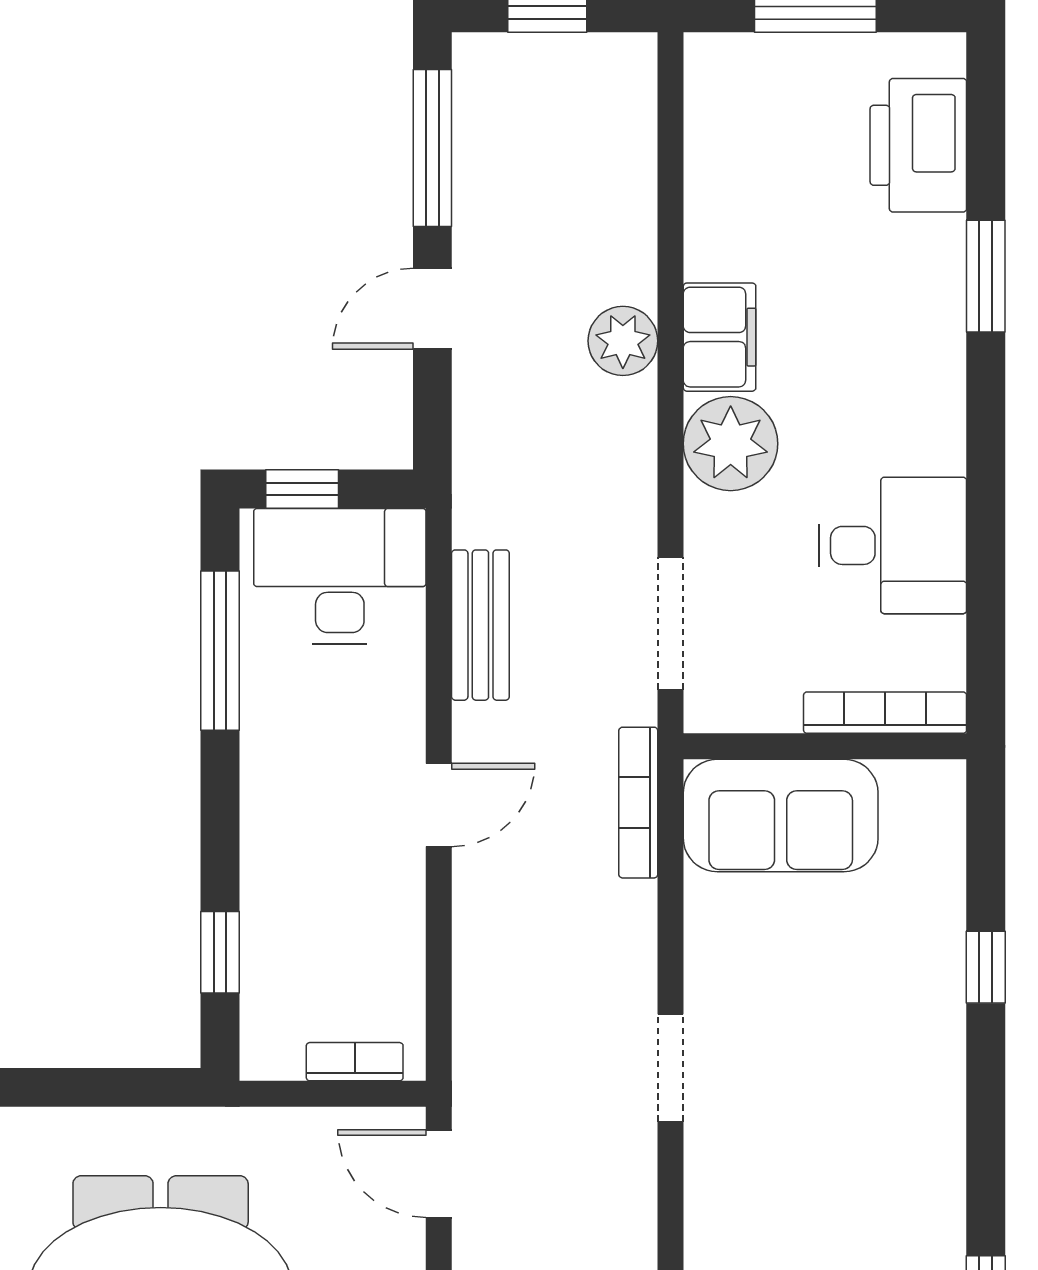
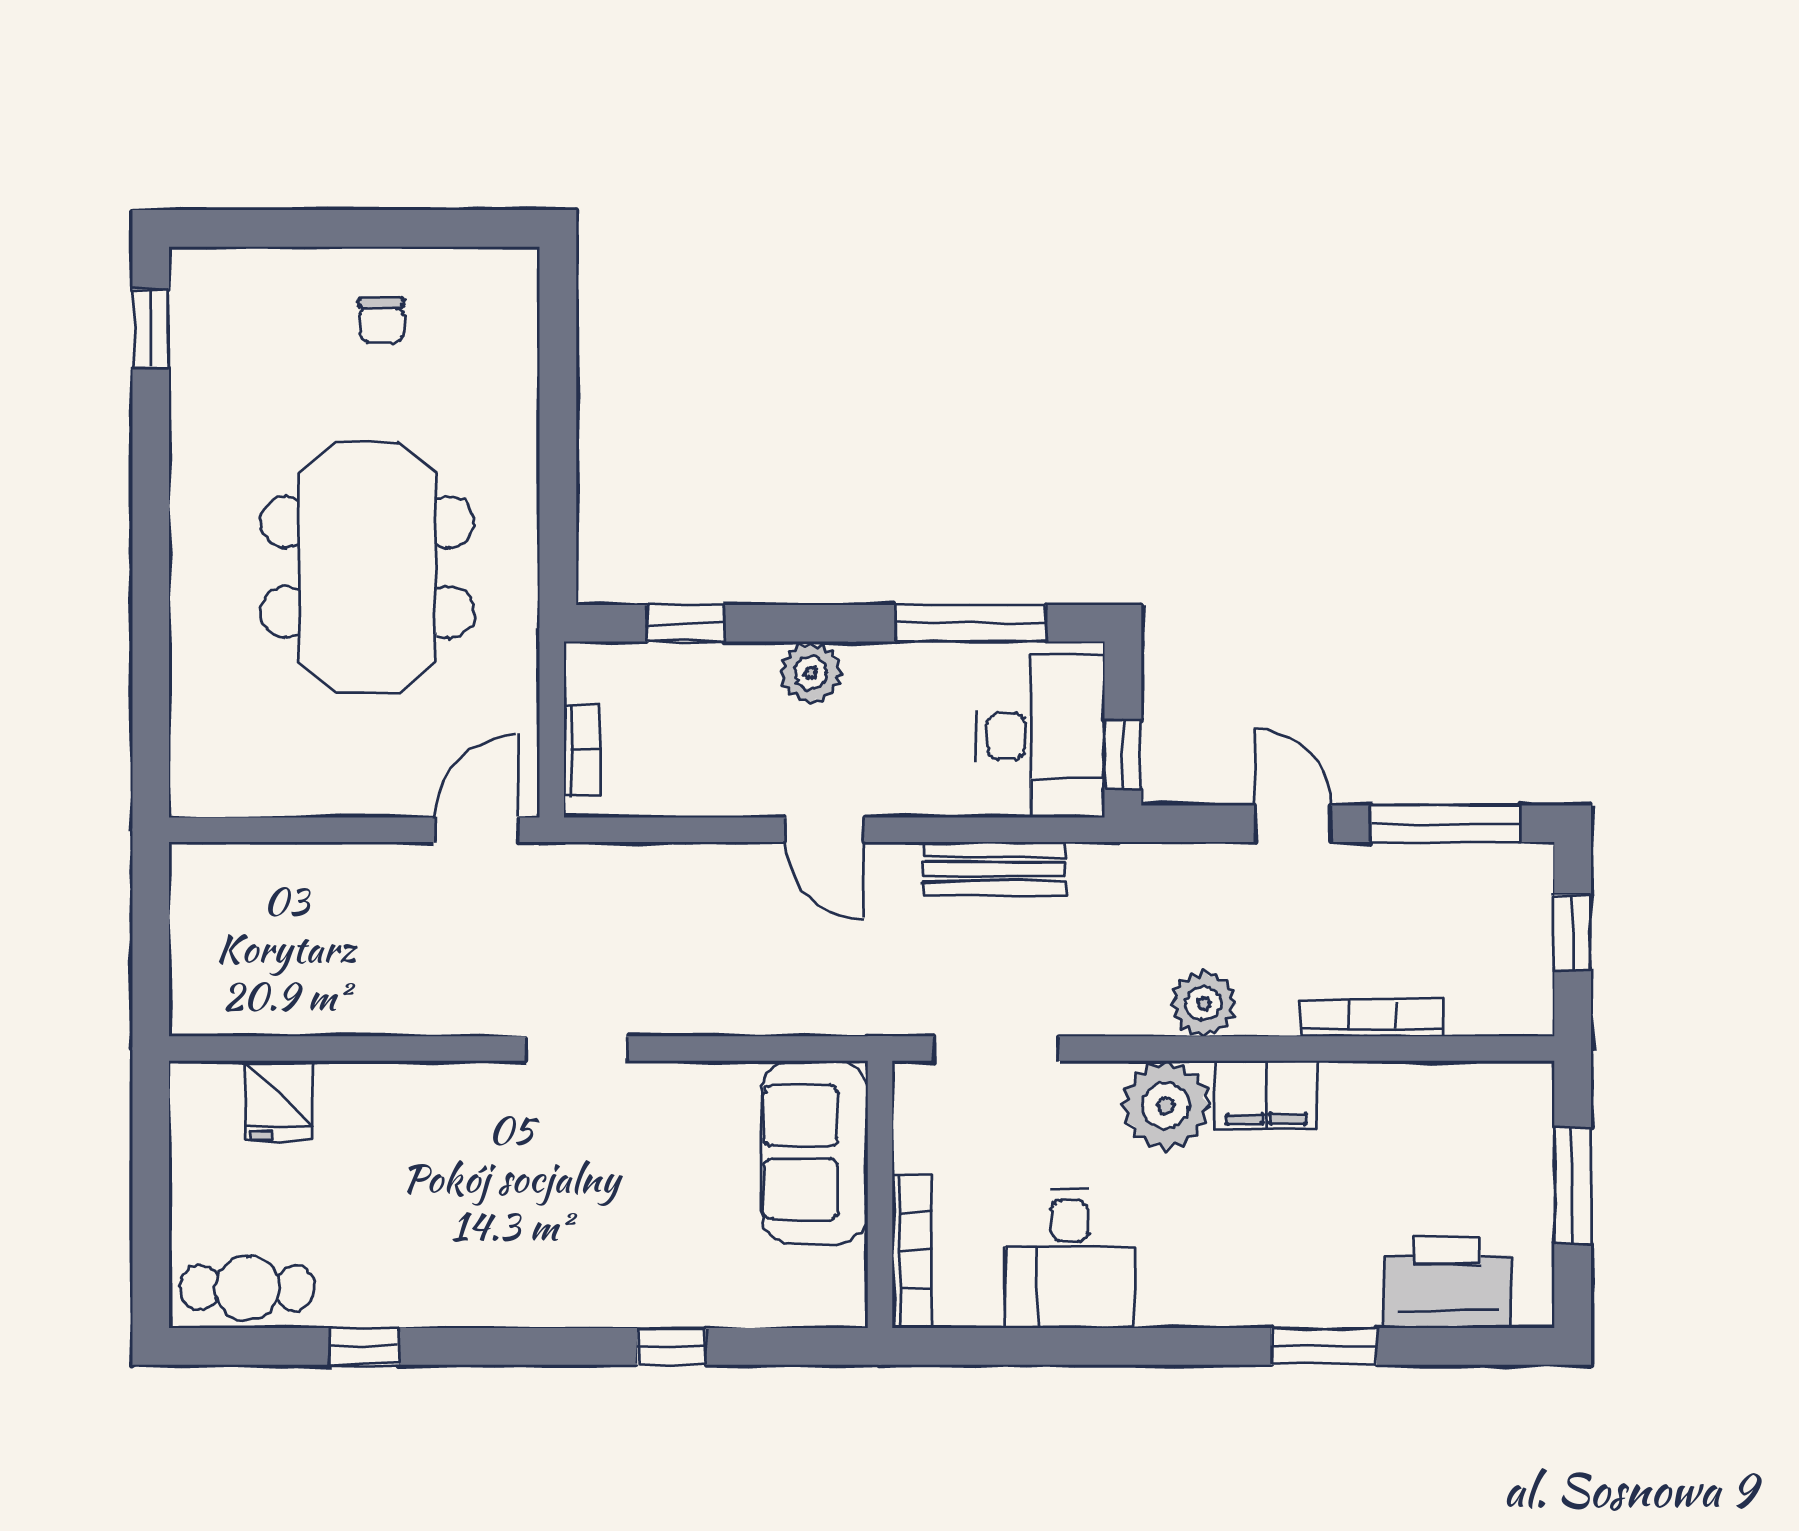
plant: (623, 341) -> (1204, 1004), moved
window: (302, 489) -> (1123, 755), moved
bookcase: (638, 803) -> (1372, 1018), moved
plant: (272, 820) -> (811, 673), added

